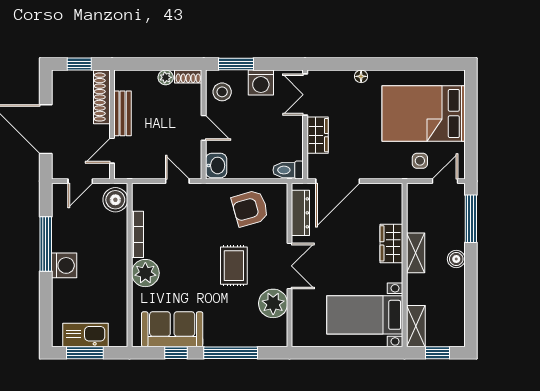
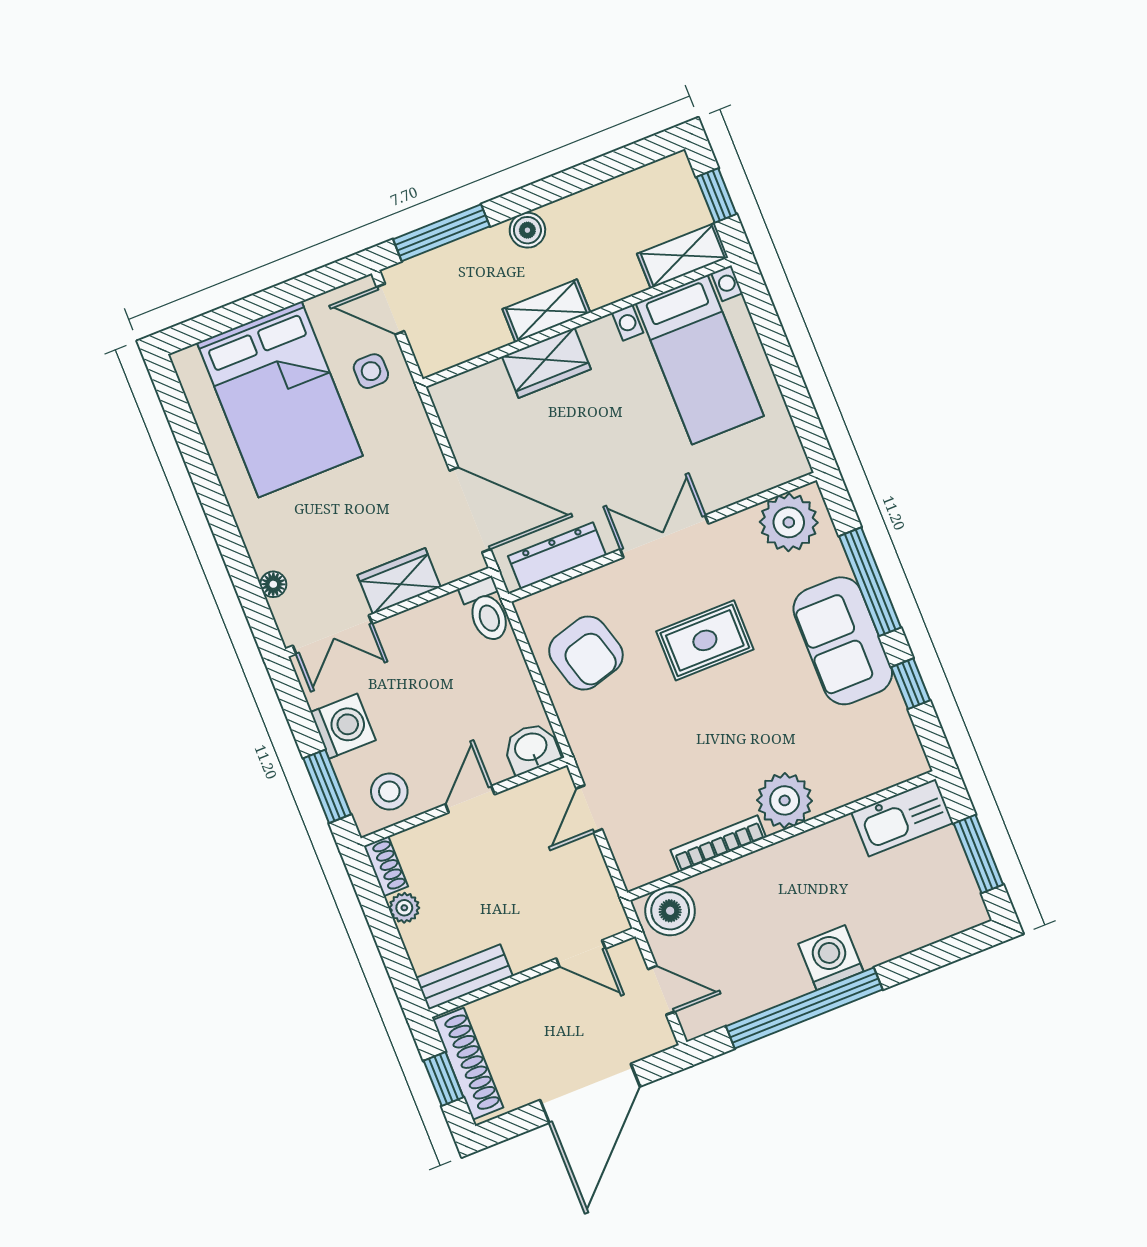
floor lamp: (361, 76) -> (273, 584), moved
shoe rack: (102, 97) -> (468, 1064), moved, turned -90
bench: (123, 113) -> (464, 977), moved
window: (46, 244) -> (804, 1008), width x1.46
plant: (273, 303) -> (789, 522), moved
sofa: (172, 329) -> (843, 641), moved
kitchen sink: (86, 335) -> (902, 818), moved, turned -90

